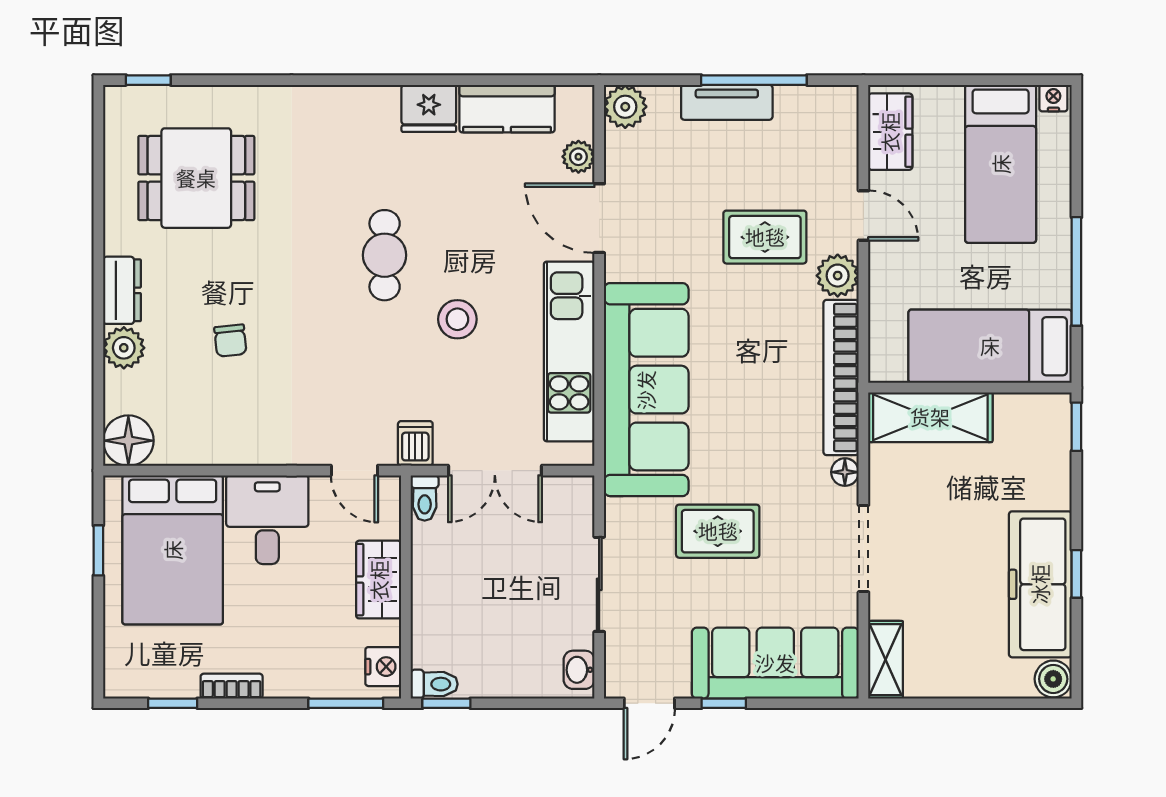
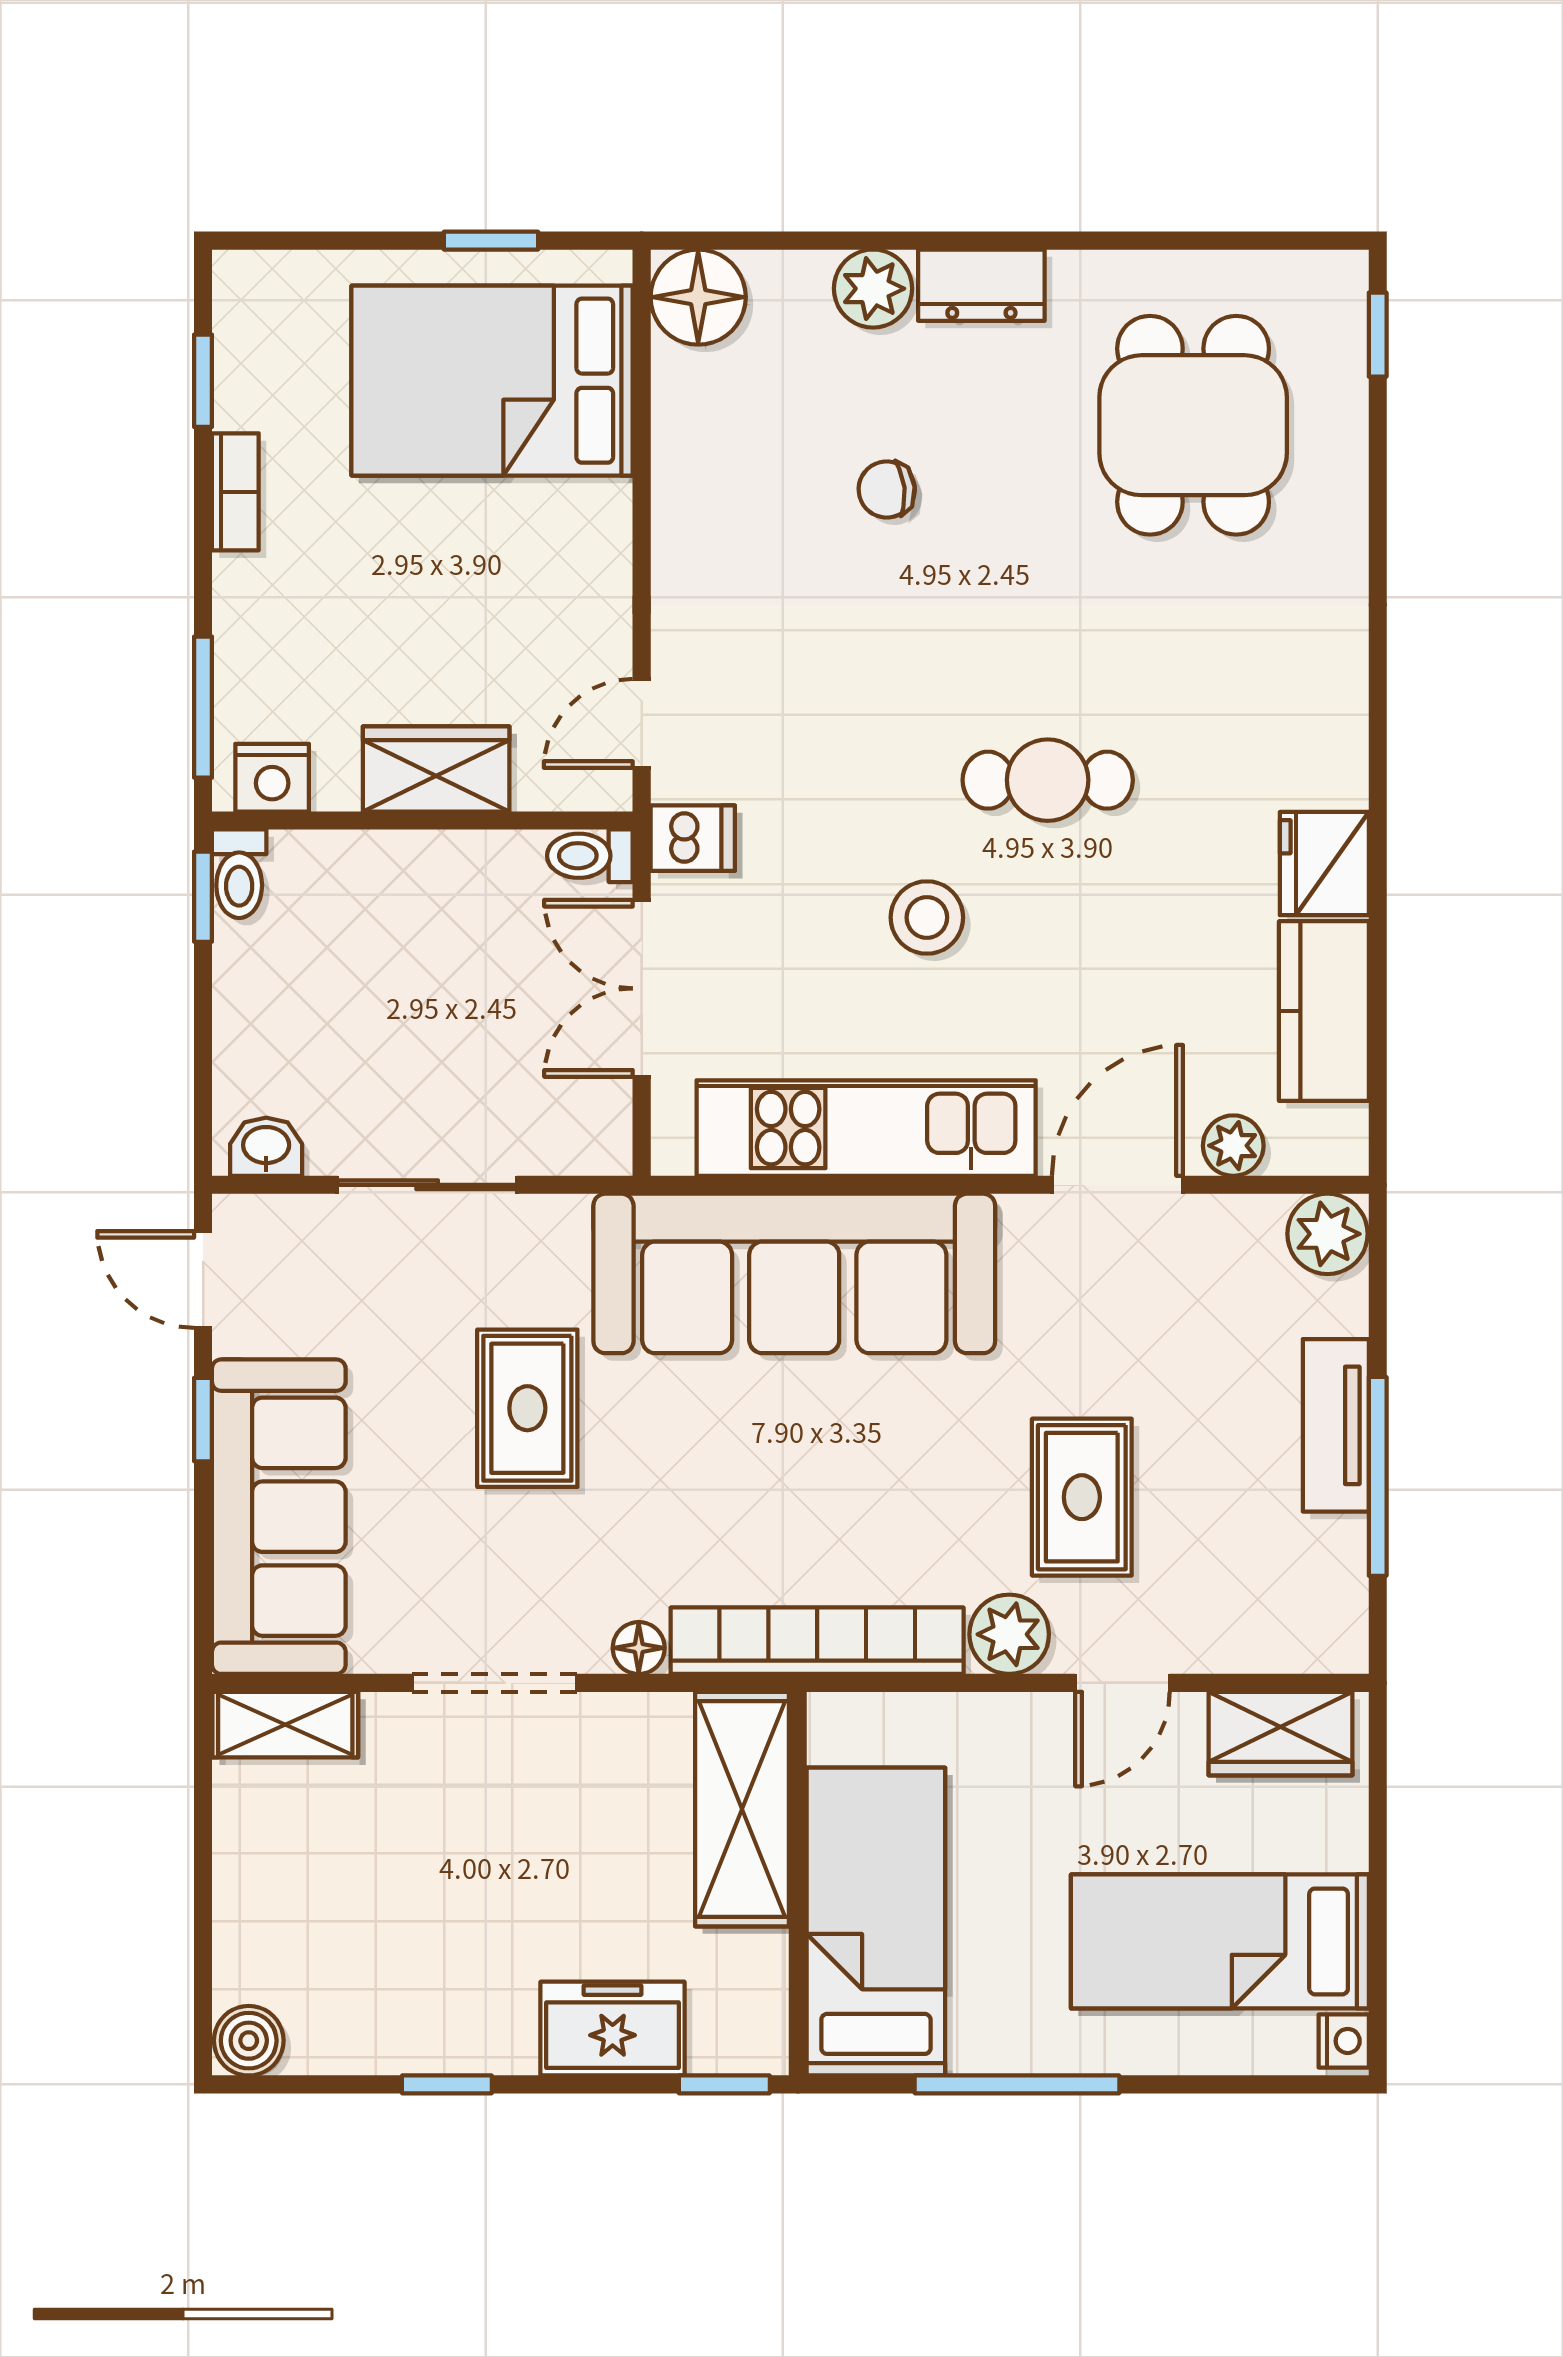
desk: (267, 520) -> (549, 559), removed
freezer: (1040, 584) -> (613, 2029), moved, width x0.52, depth x0.79

